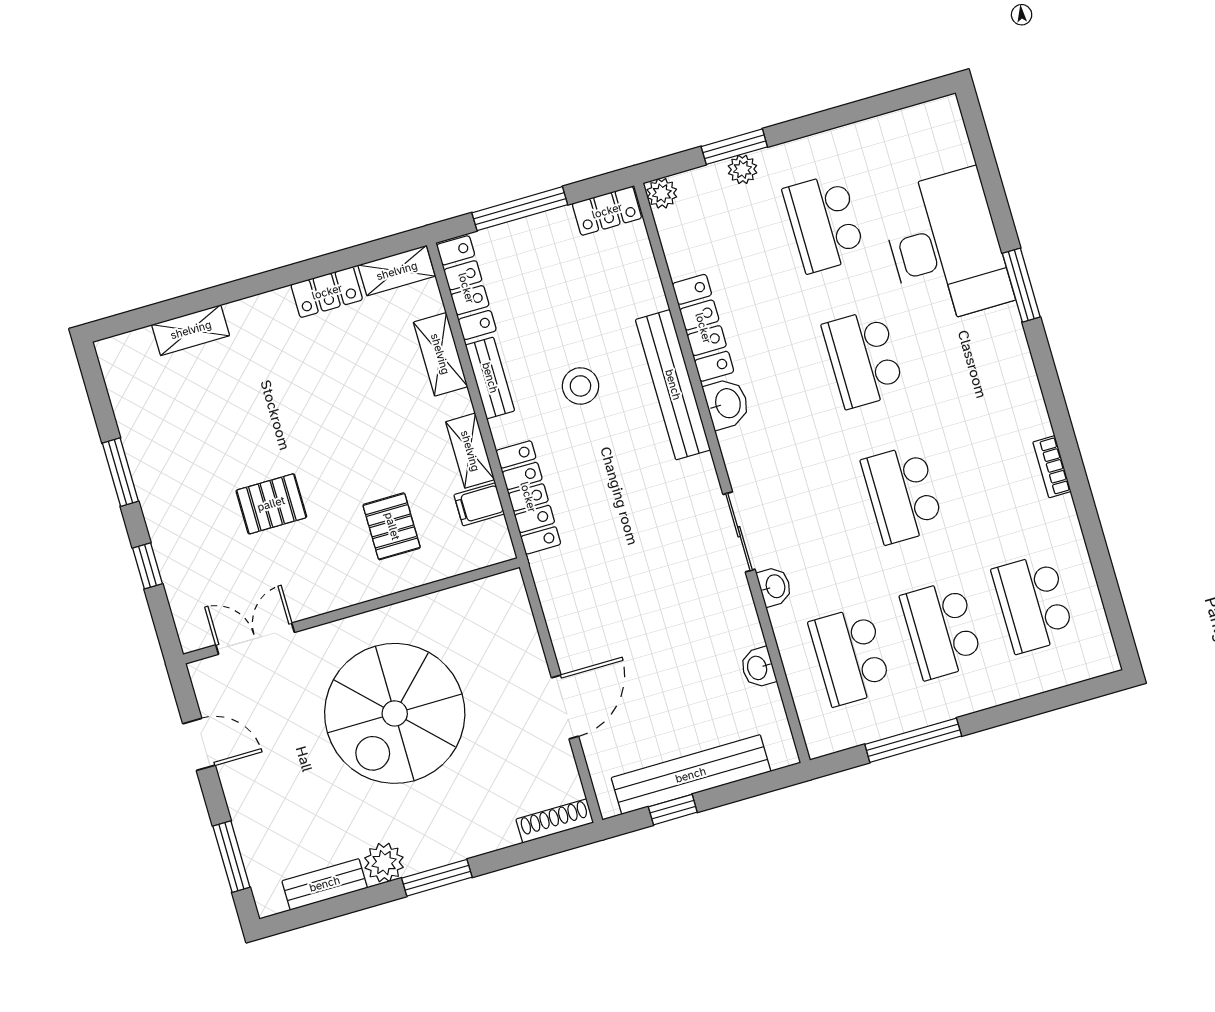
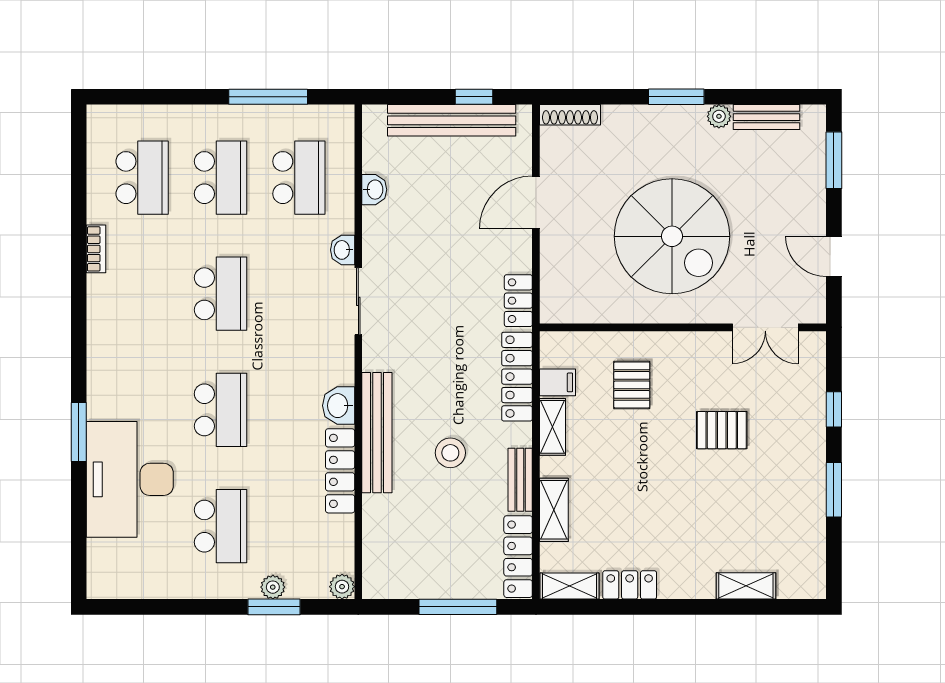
locker: (607, 211) -> (518, 301), moved, turned -90
bookcase: (1052, 467) -> (96, 249), moved
spiral stairs: (395, 713) -> (672, 236), turned 90
plant: (384, 863) -> (719, 116), width x0.73, depth x0.73

